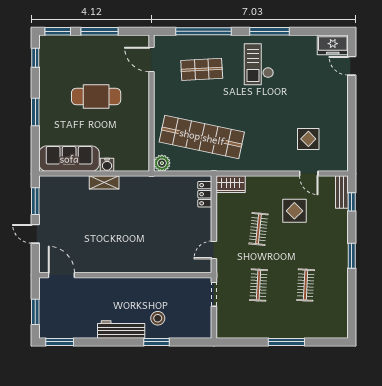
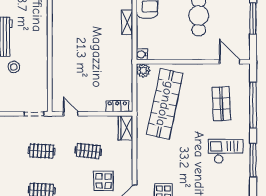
door: (151, 59) -> (230, 62), hinge flipped
water cooler: (107, 165) -> (142, 54), moved

